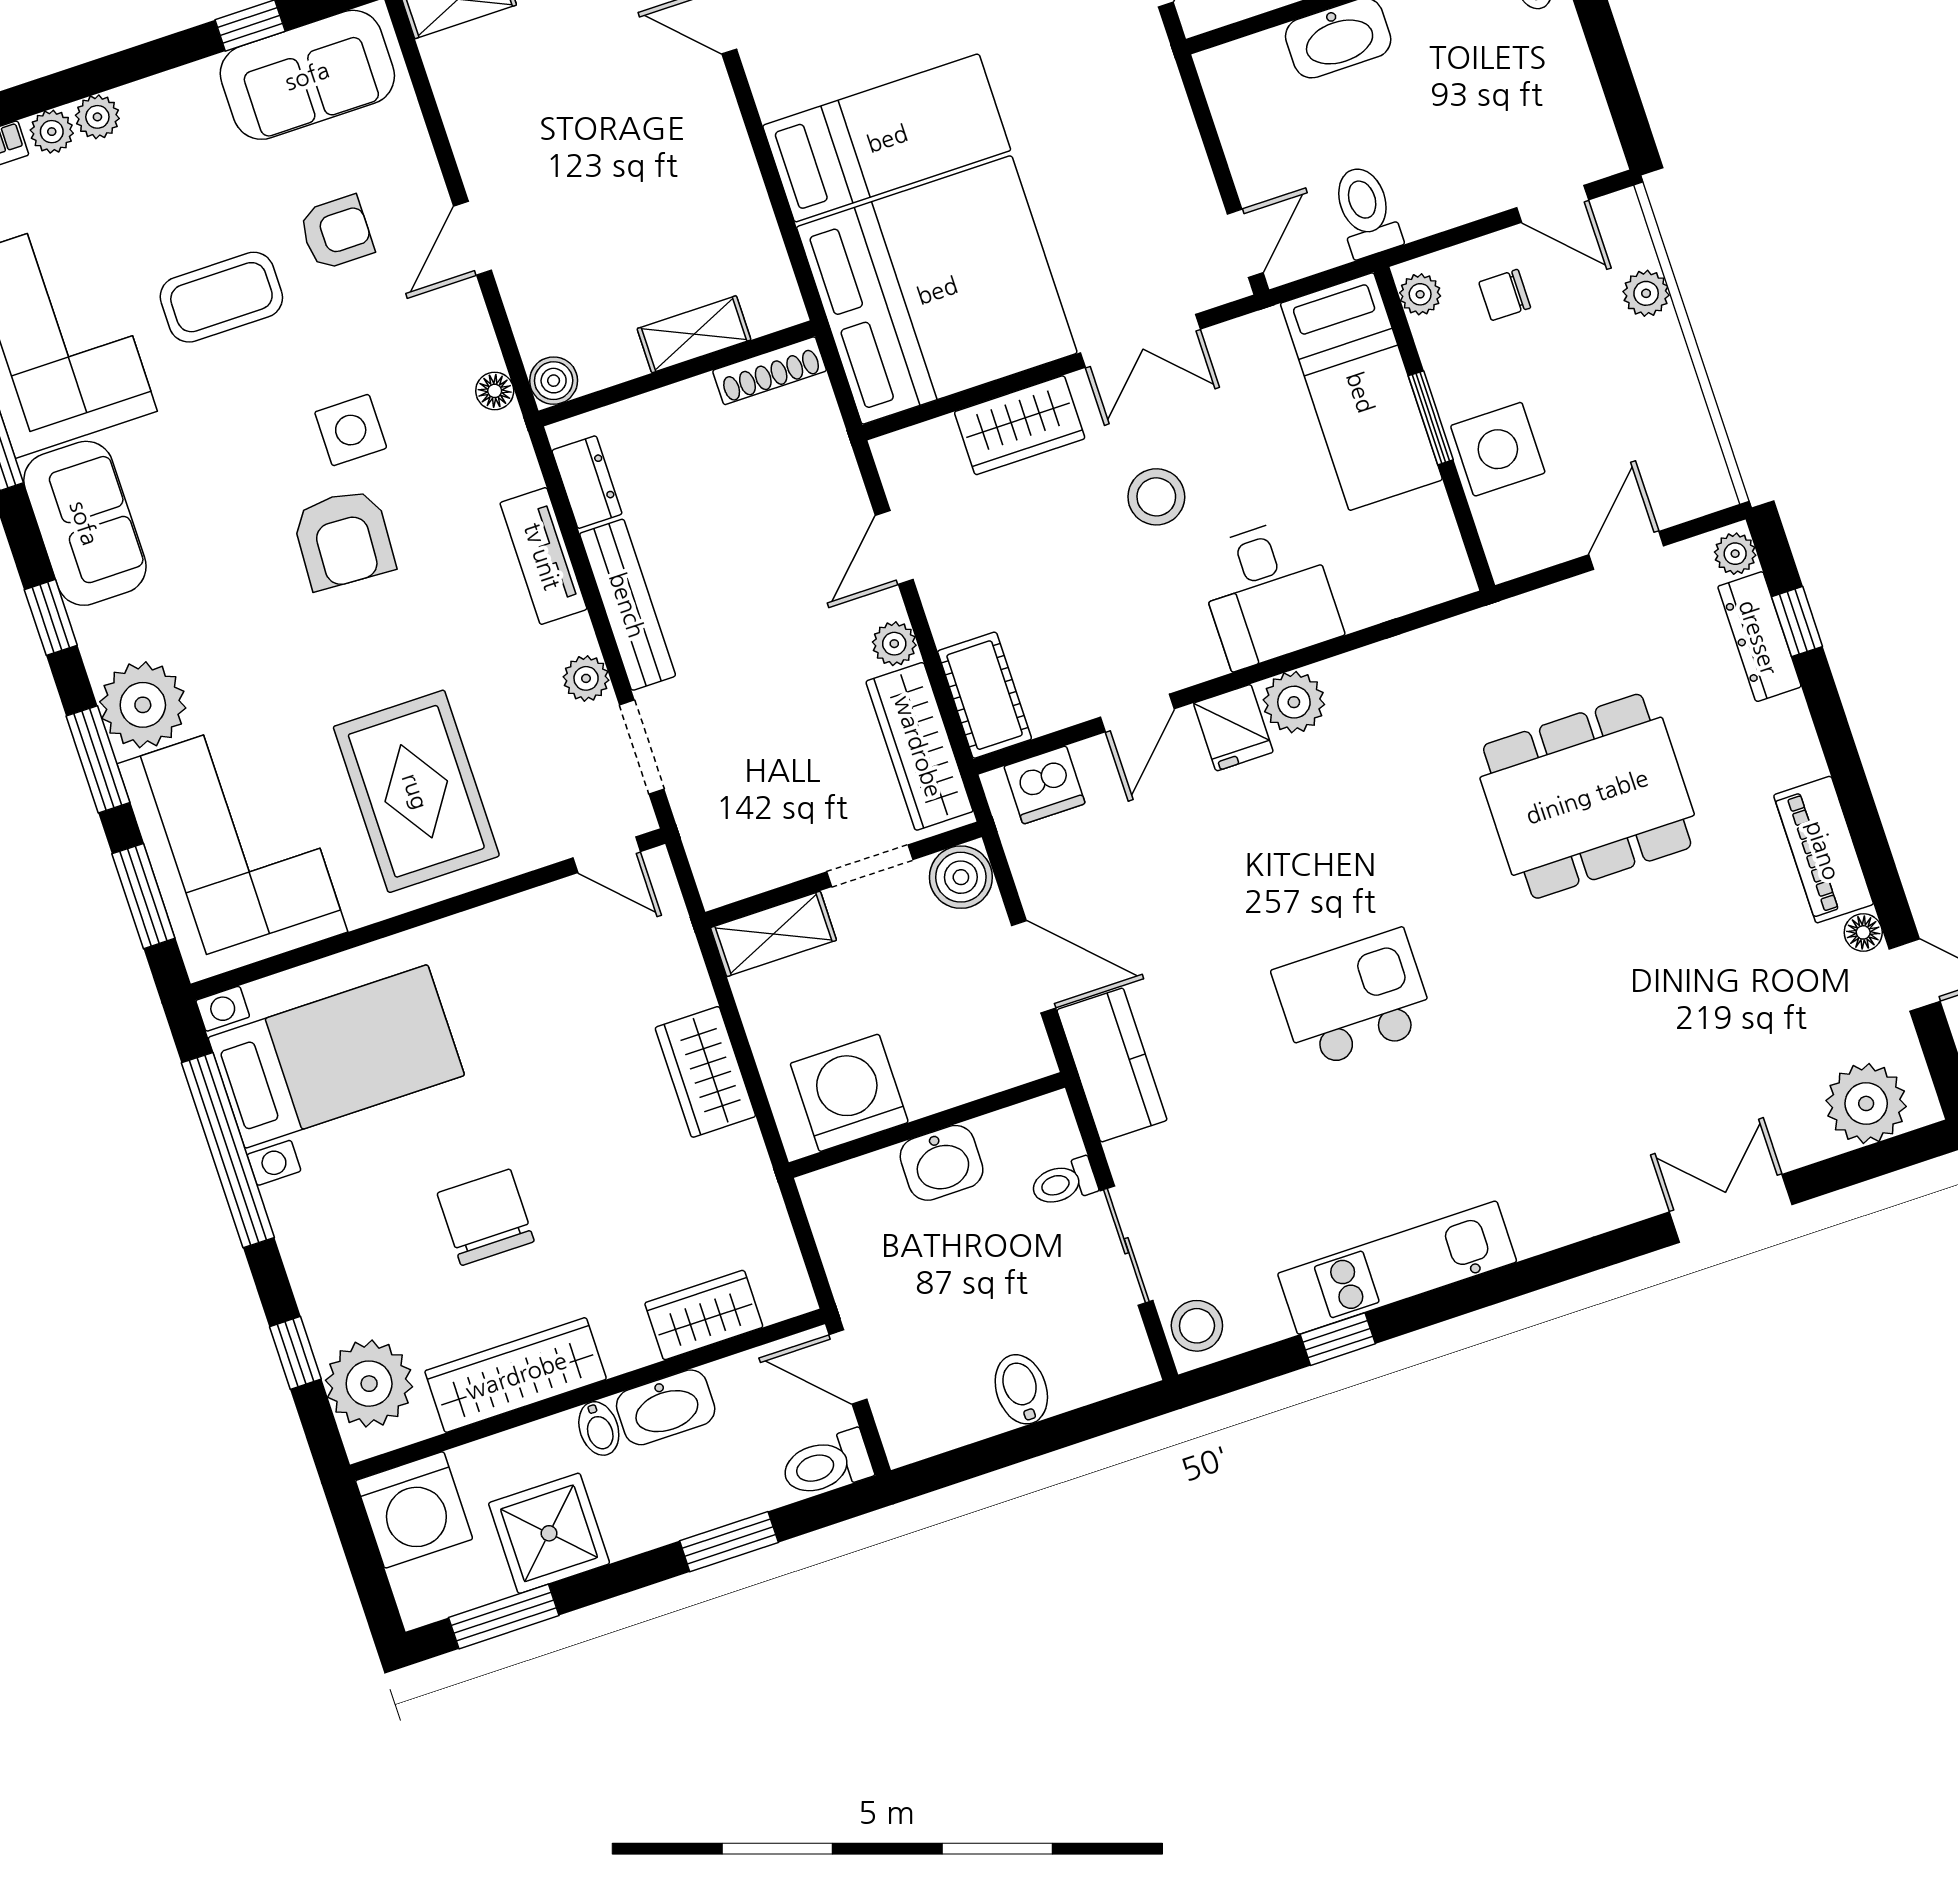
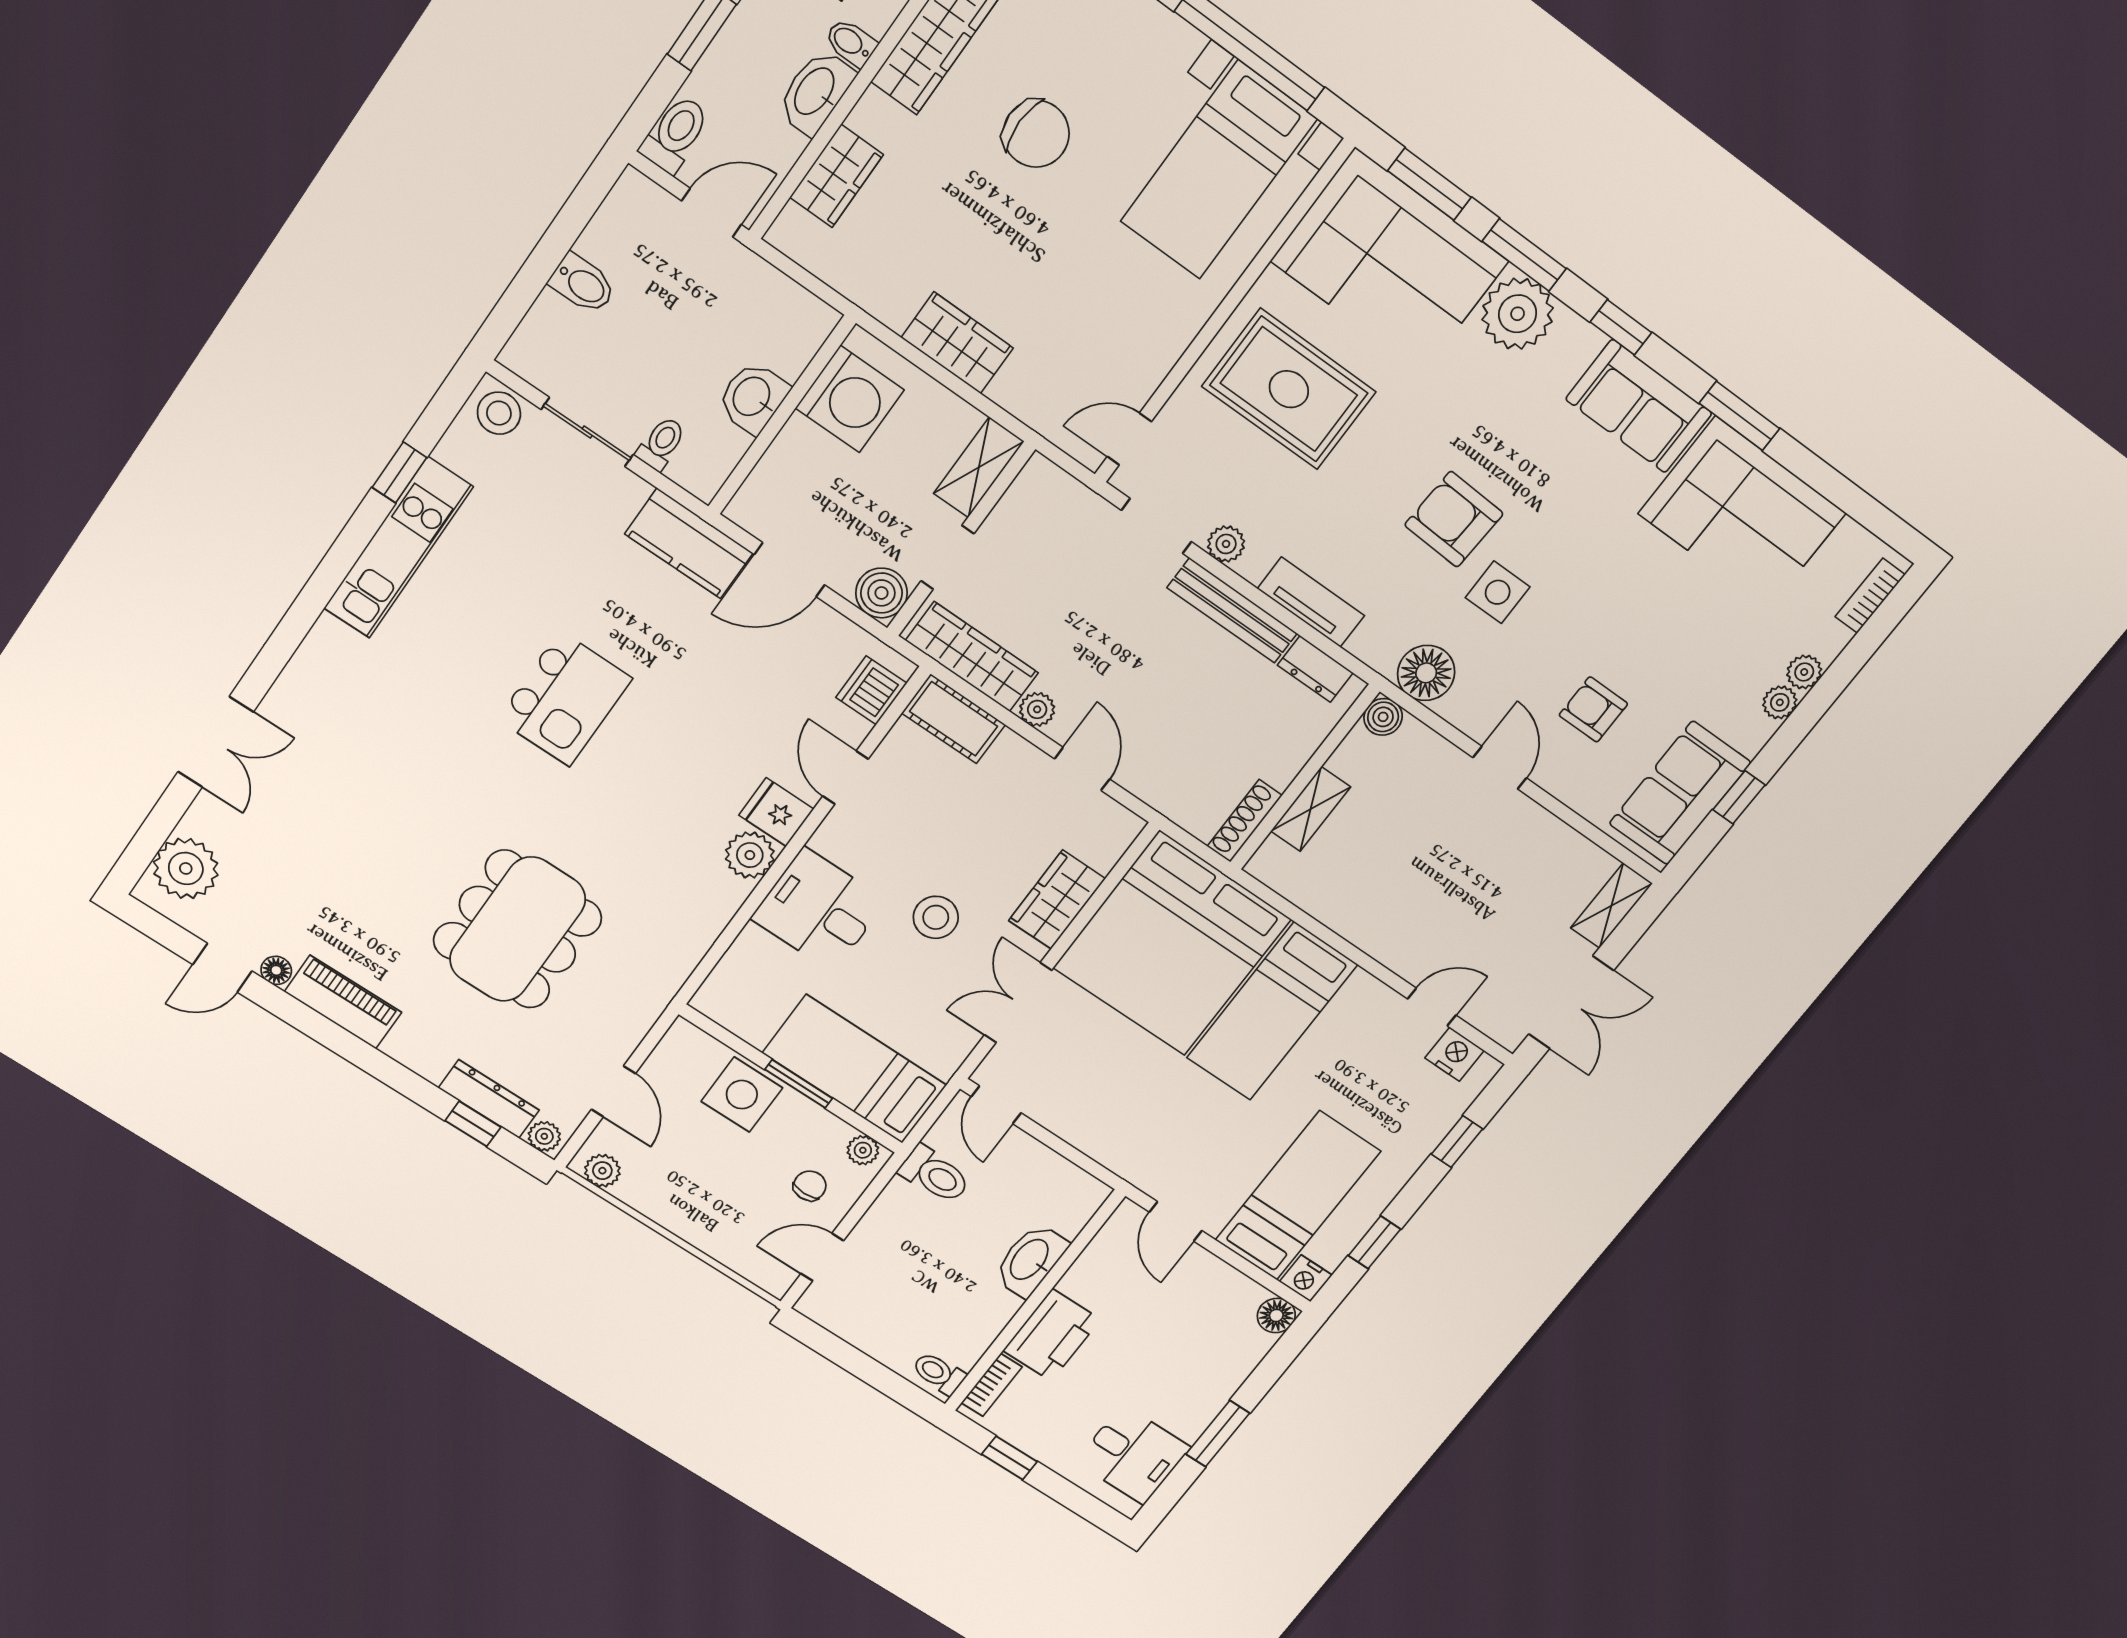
plant: (52, 132) -> (1780, 702), moved
armchair: (336, 233) -> (1593, 709), turned 90
plant: (1646, 293) -> (602, 1171), moved
coffee table: (221, 297) -> (1643, 616), removed
floor lamp: (495, 391) -> (1426, 673), width x1.89, depth x1.89

